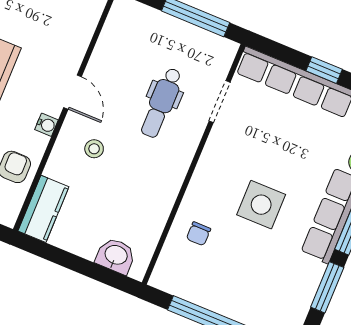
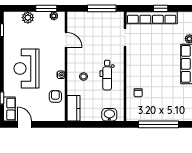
door: (73, 92) -> (66, 40), moved
dental chair: (161, 103) -> (107, 75), moved
side table: (261, 205) -> (158, 71), removed

